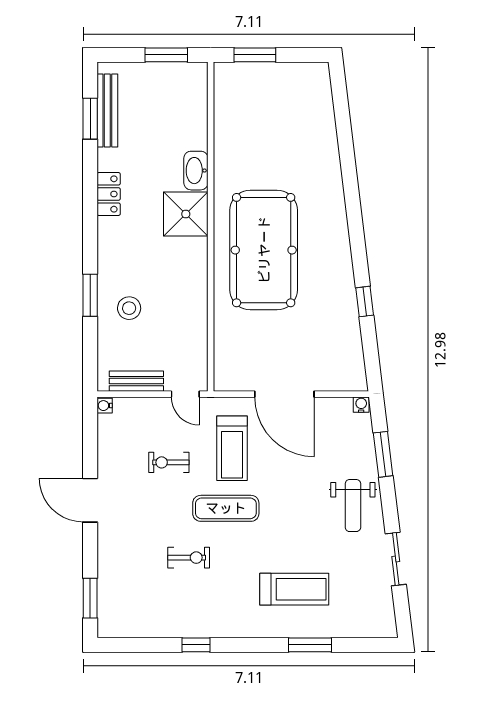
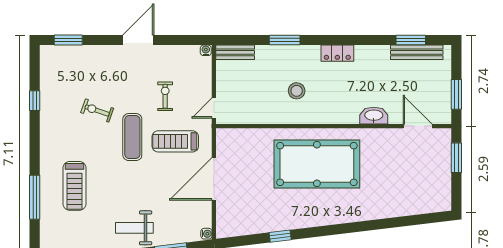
door: (211, 109) -> (418, 126), added
locker: (109, 194) -> (337, 53), moved
shower: (186, 214) -> (343, 108), removed
stool: (129, 308) -> (297, 91), moved
bench: (136, 381) -> (235, 52), moved, turned 90
exercise bike: (189, 558) -> (97, 110), turned 109
window: (196, 645) -> (35, 101), moved
window: (310, 645) -> (35, 197), width x1.44

